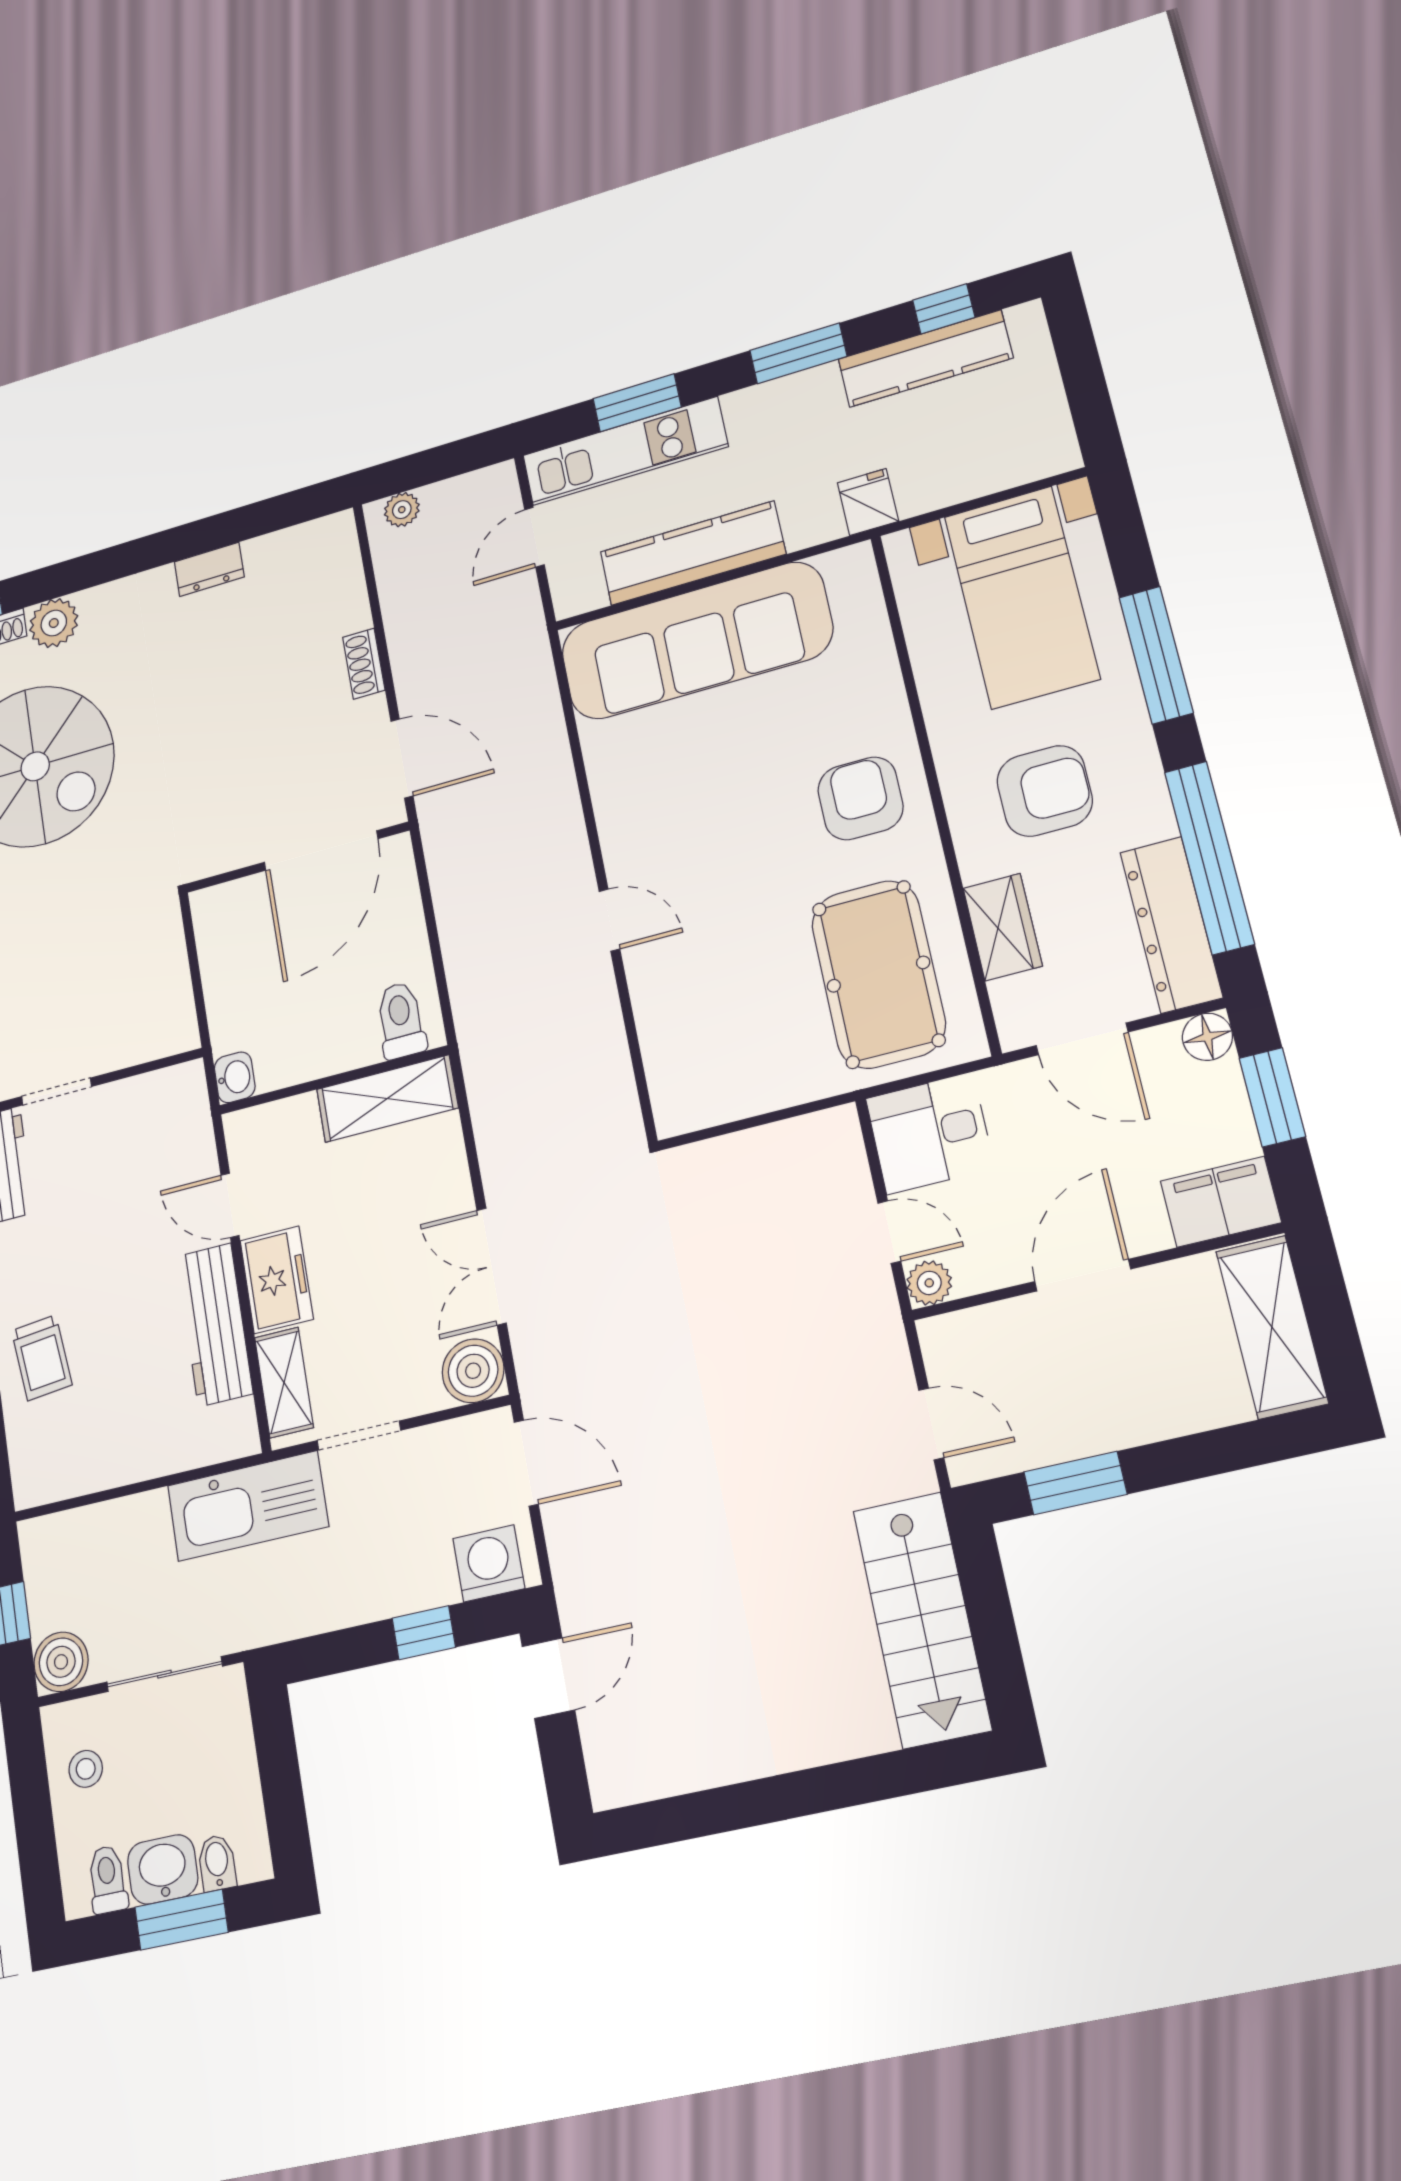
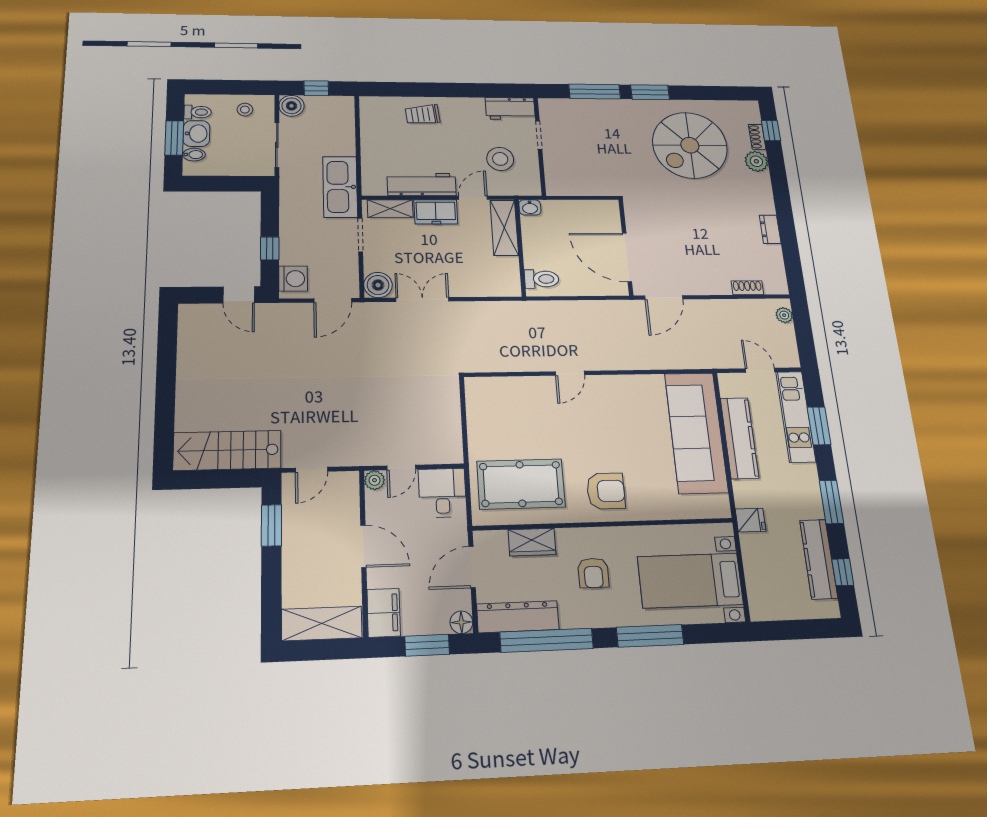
shoe rack: (364, 664) -> (747, 288), moved
armchair: (1045, 791) -> (593, 573), width x0.72, depth x0.72
shelving: (387, 1099) -> (504, 228), moved
stool: (127, 1164) -> (500, 159), added

